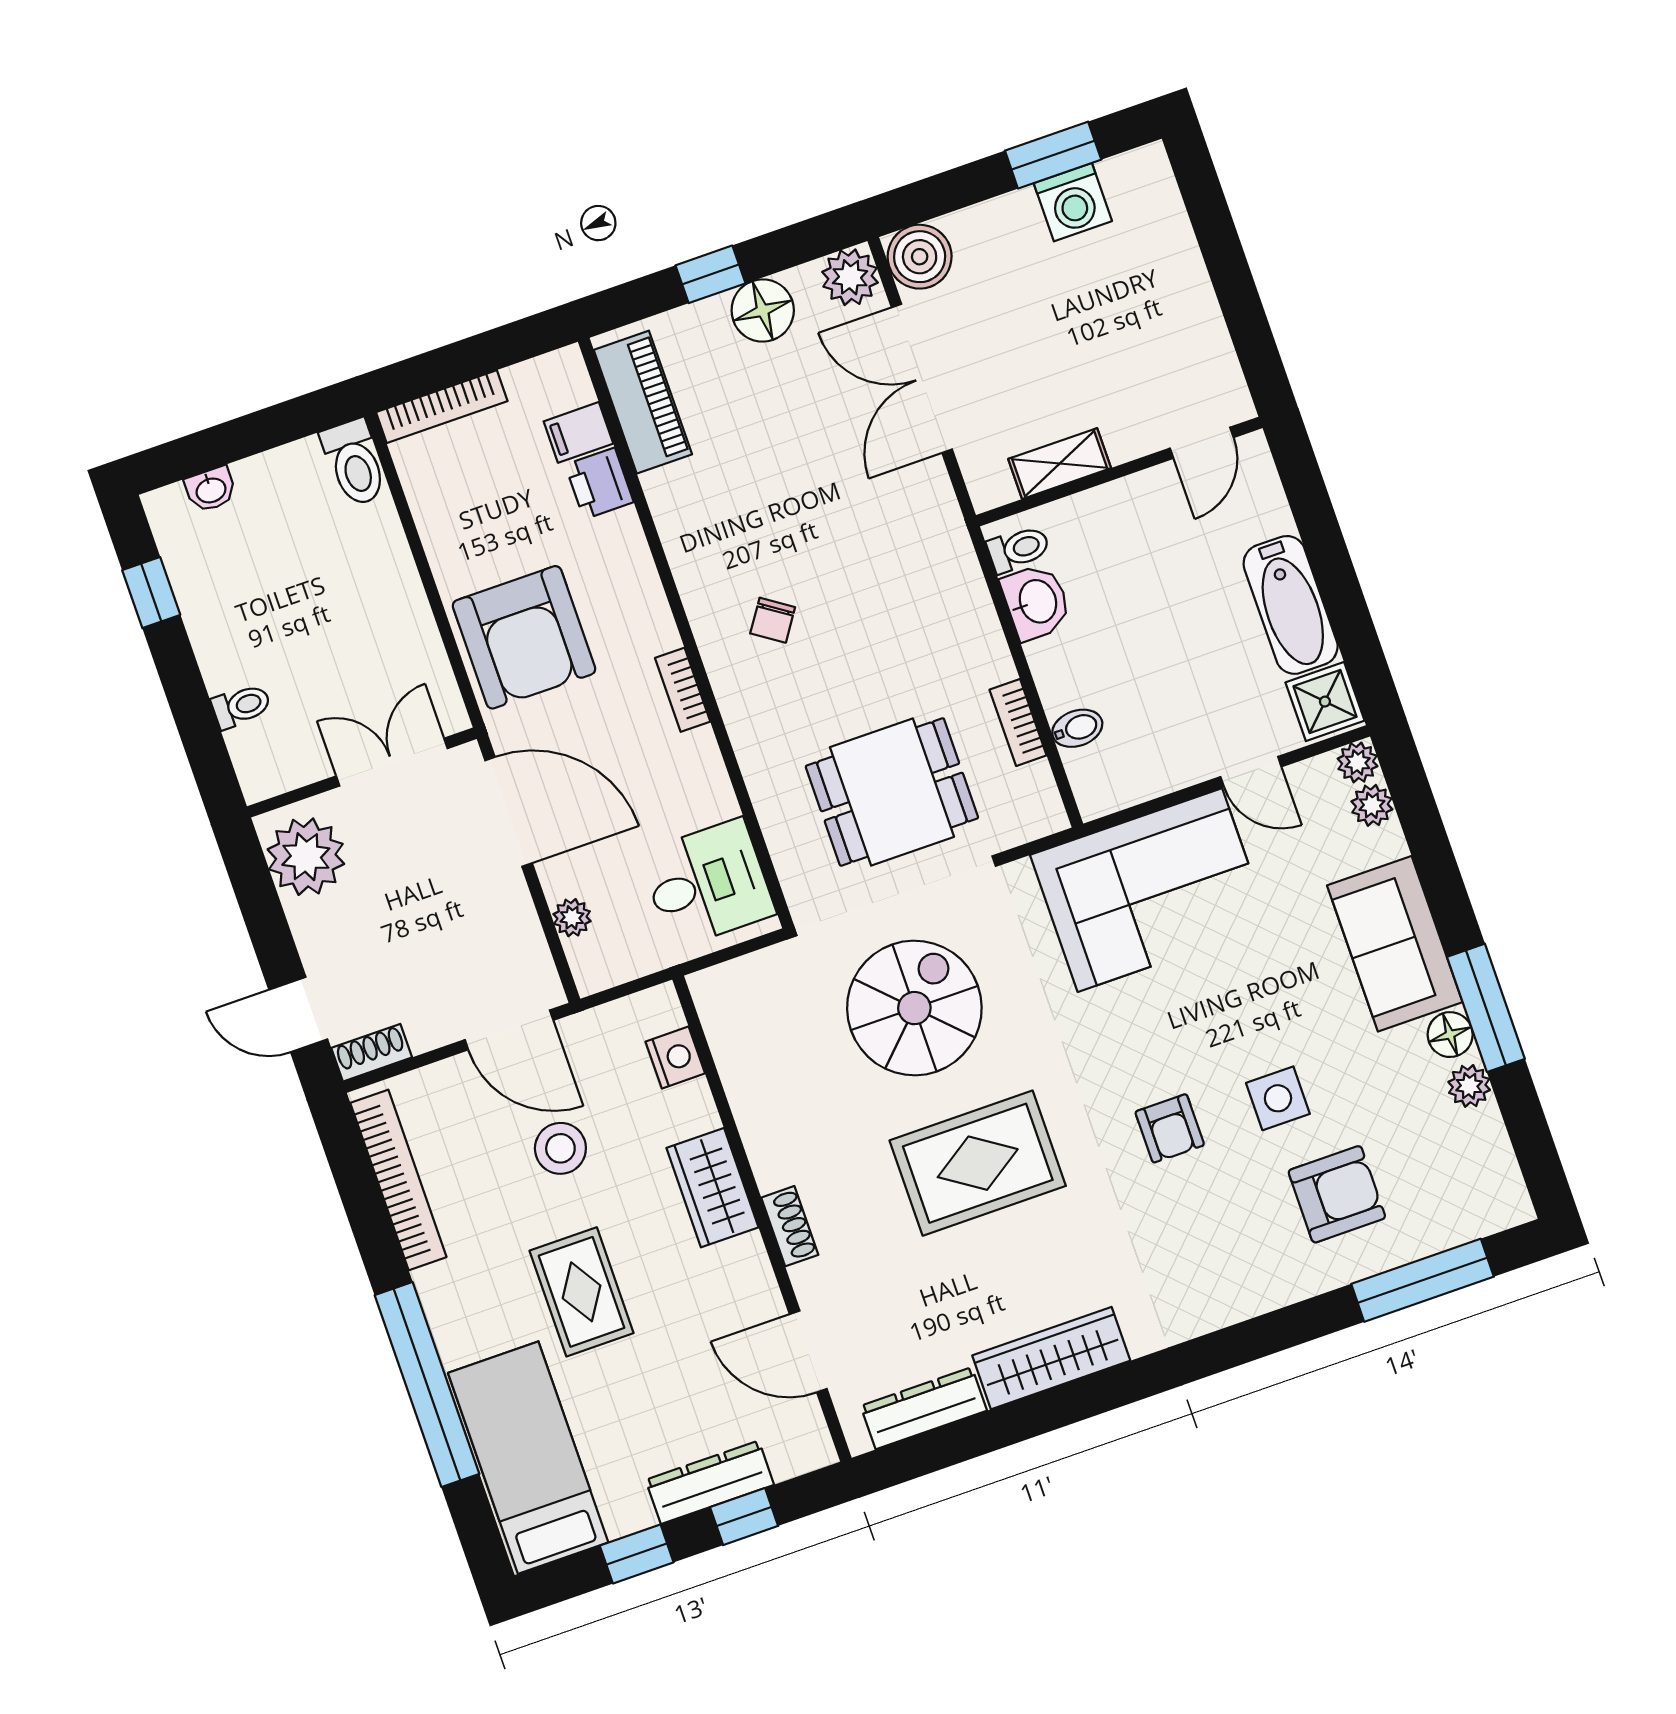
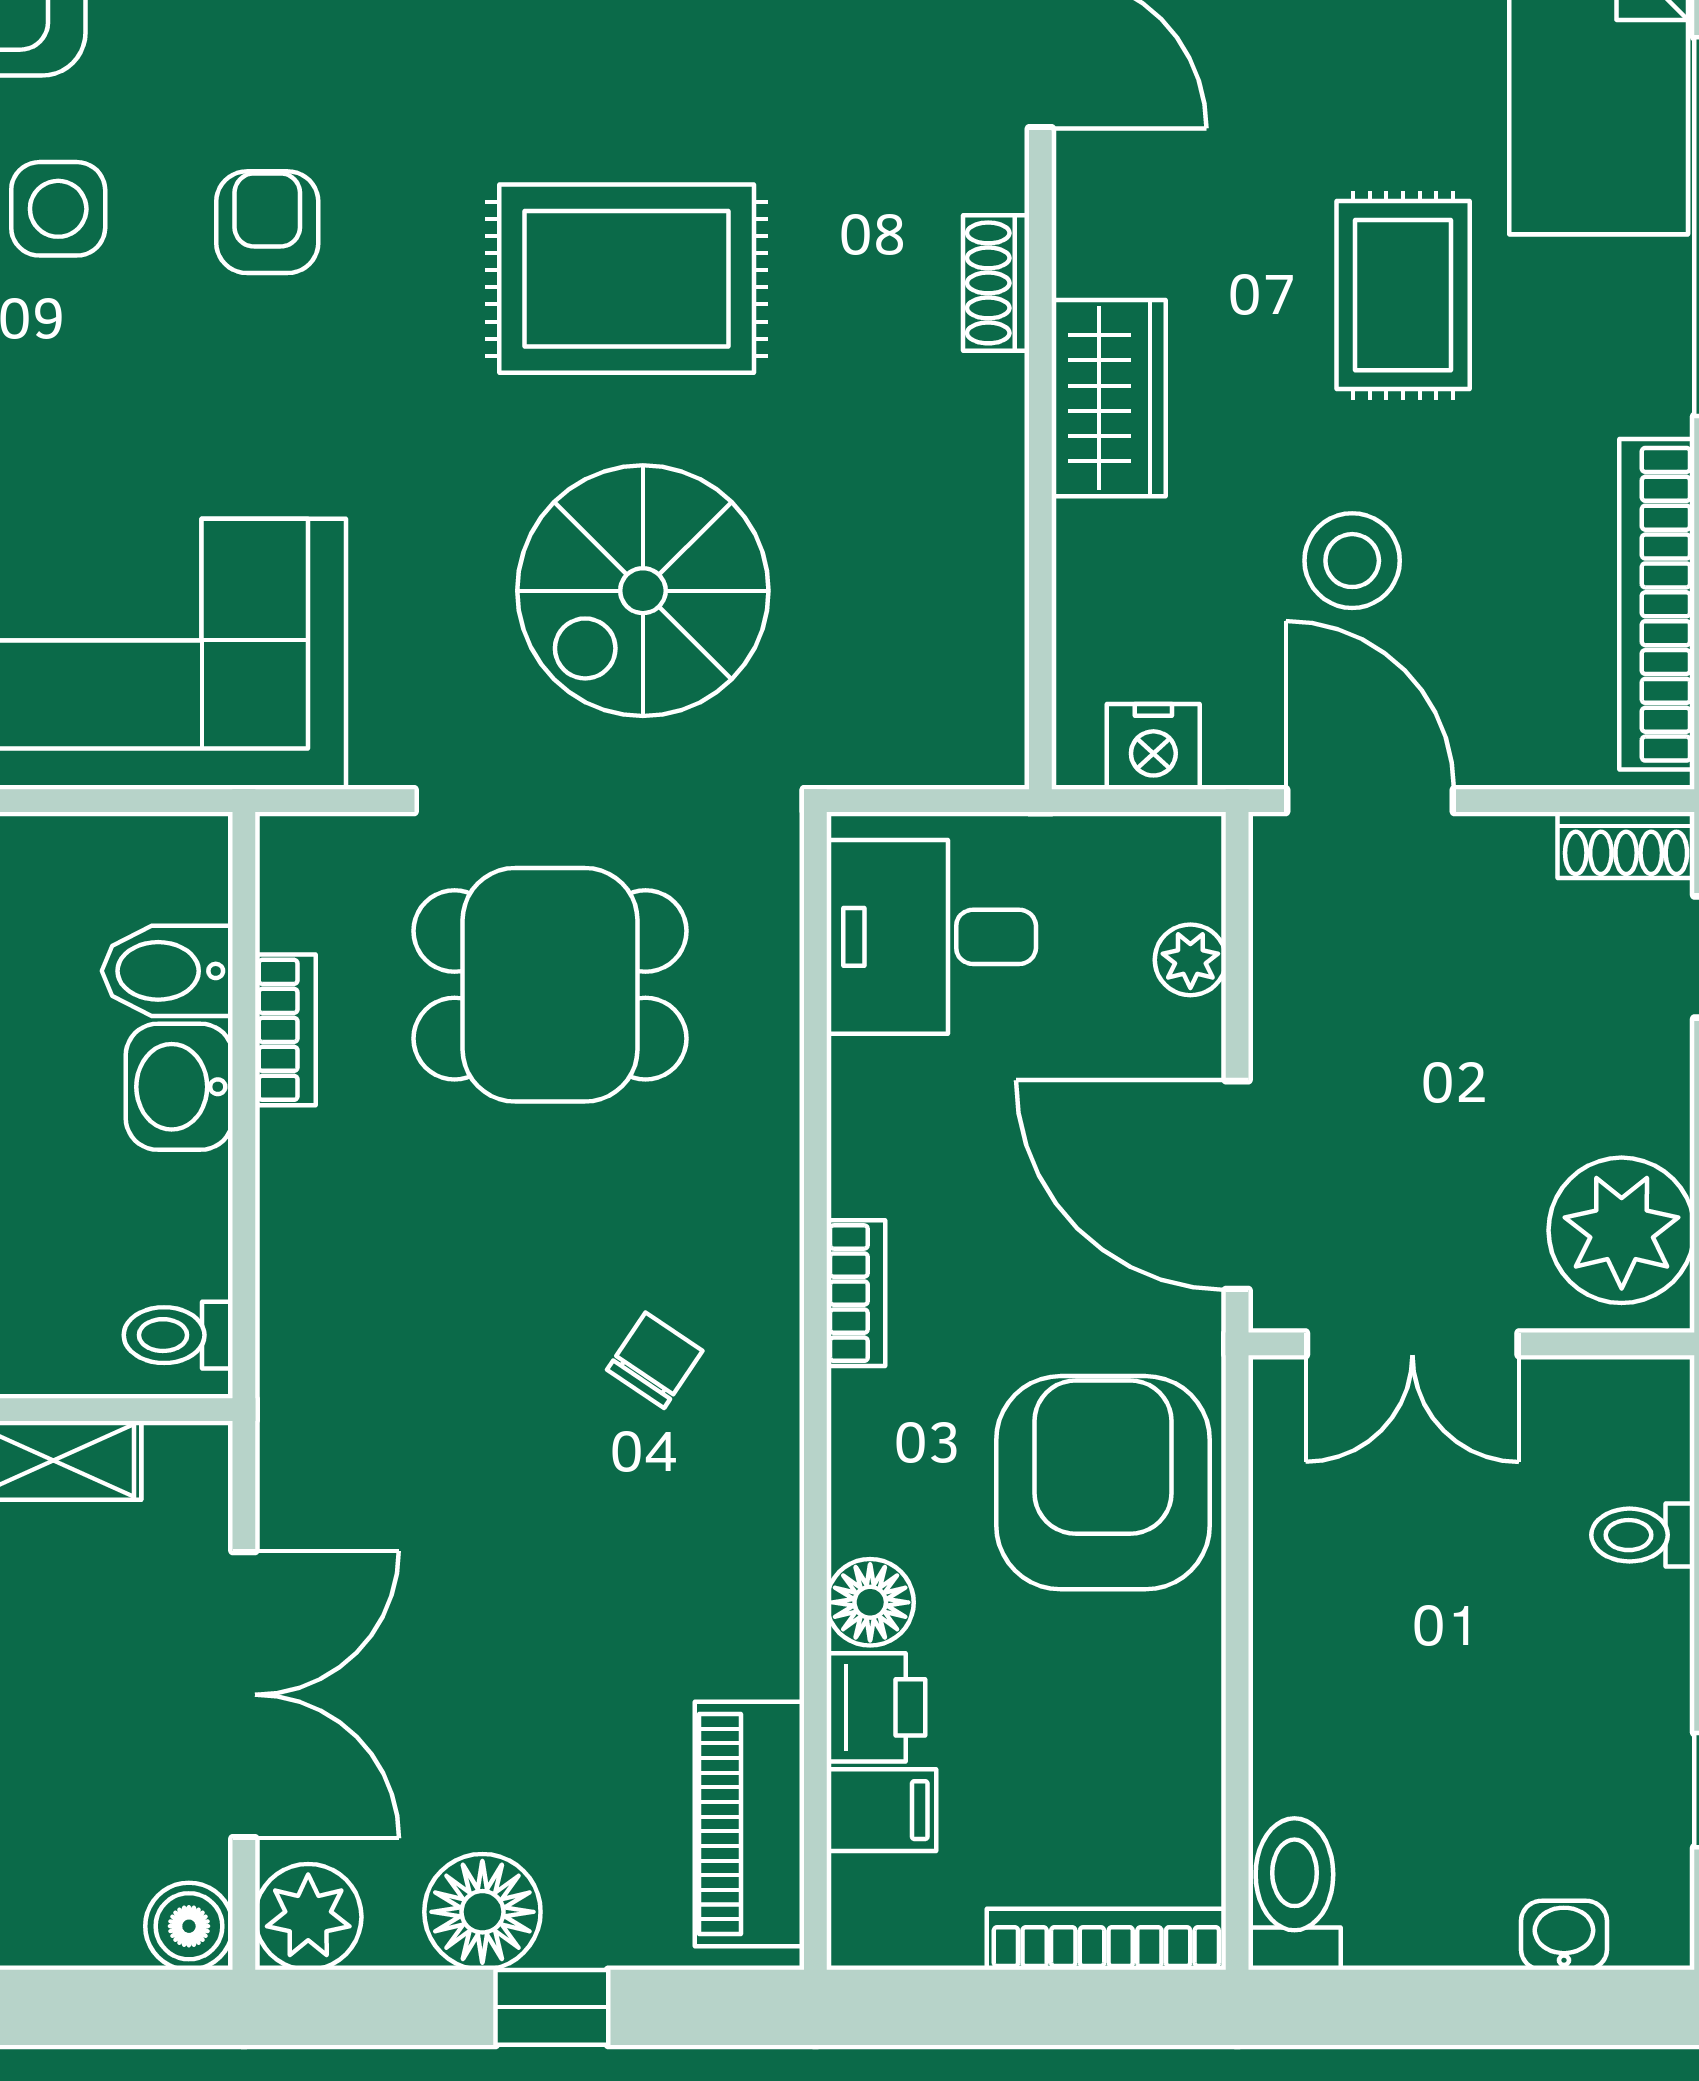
boiler: (920, 257) -> (189, 1926), width x0.73, depth x0.73
floor lamp: (621, 536) -> (870, 1602), added
washbasin: (1036, 602) -> (179, 1087), moved
bidet: (1077, 728) -> (167, 971), width x1.38, depth x1.36
nightstand: (675, 1057) -> (1153, 747), moved, turned -90

